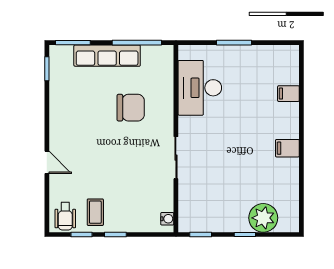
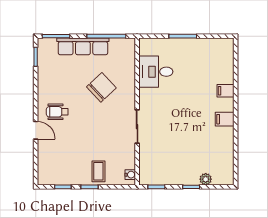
desk: (200, 88) -> (156, 72), width x0.73
filing cabinet: (288, 94) -> (225, 91), moved
chair: (131, 108) -> (101, 87), turned -43
coffee table: (95, 212) -> (98, 171), moved
wheelchair: (65, 216) -> (57, 112), moved, turned 90
plant: (263, 218) -> (206, 179), width x0.53, depth x0.53

